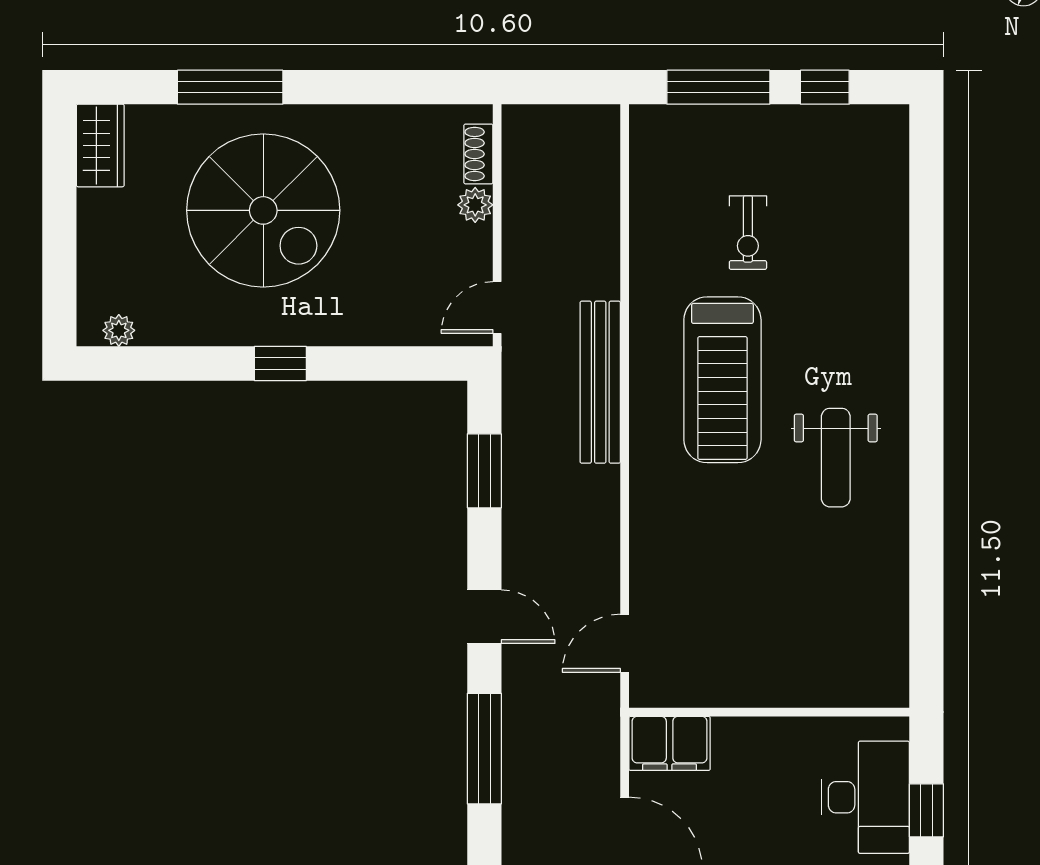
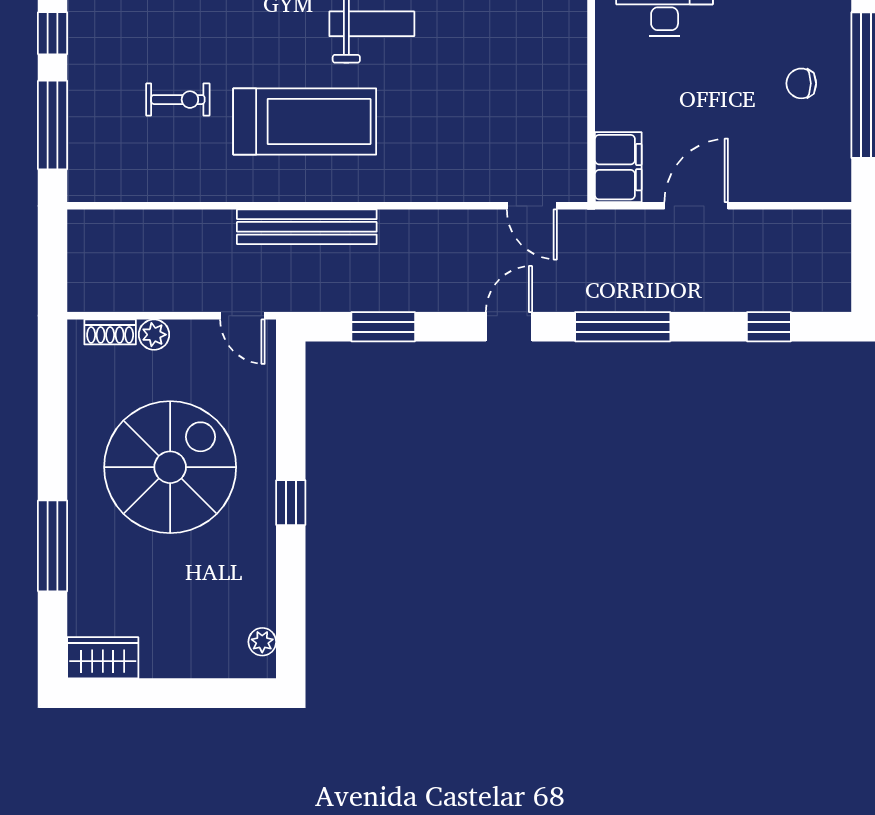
spiral stairs: (263, 210) -> (170, 467), moved

